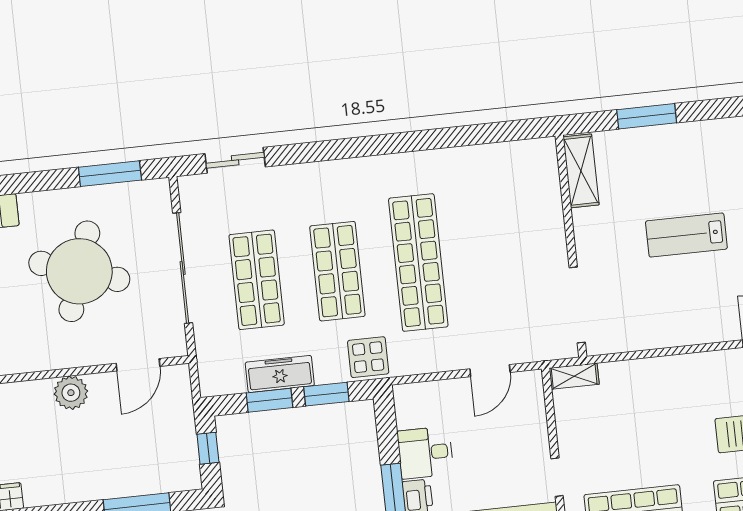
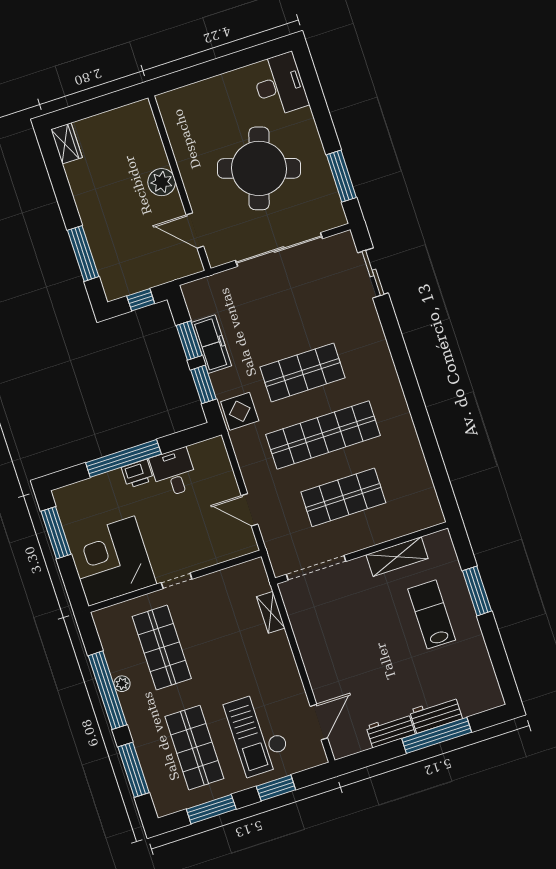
shelving: (581, 171) -> (397, 557), moved
lab bench: (686, 235) -> (432, 614), moved
shop shelf: (257, 280) -> (343, 497), moved
shelving: (574, 376) -> (271, 612), moved

